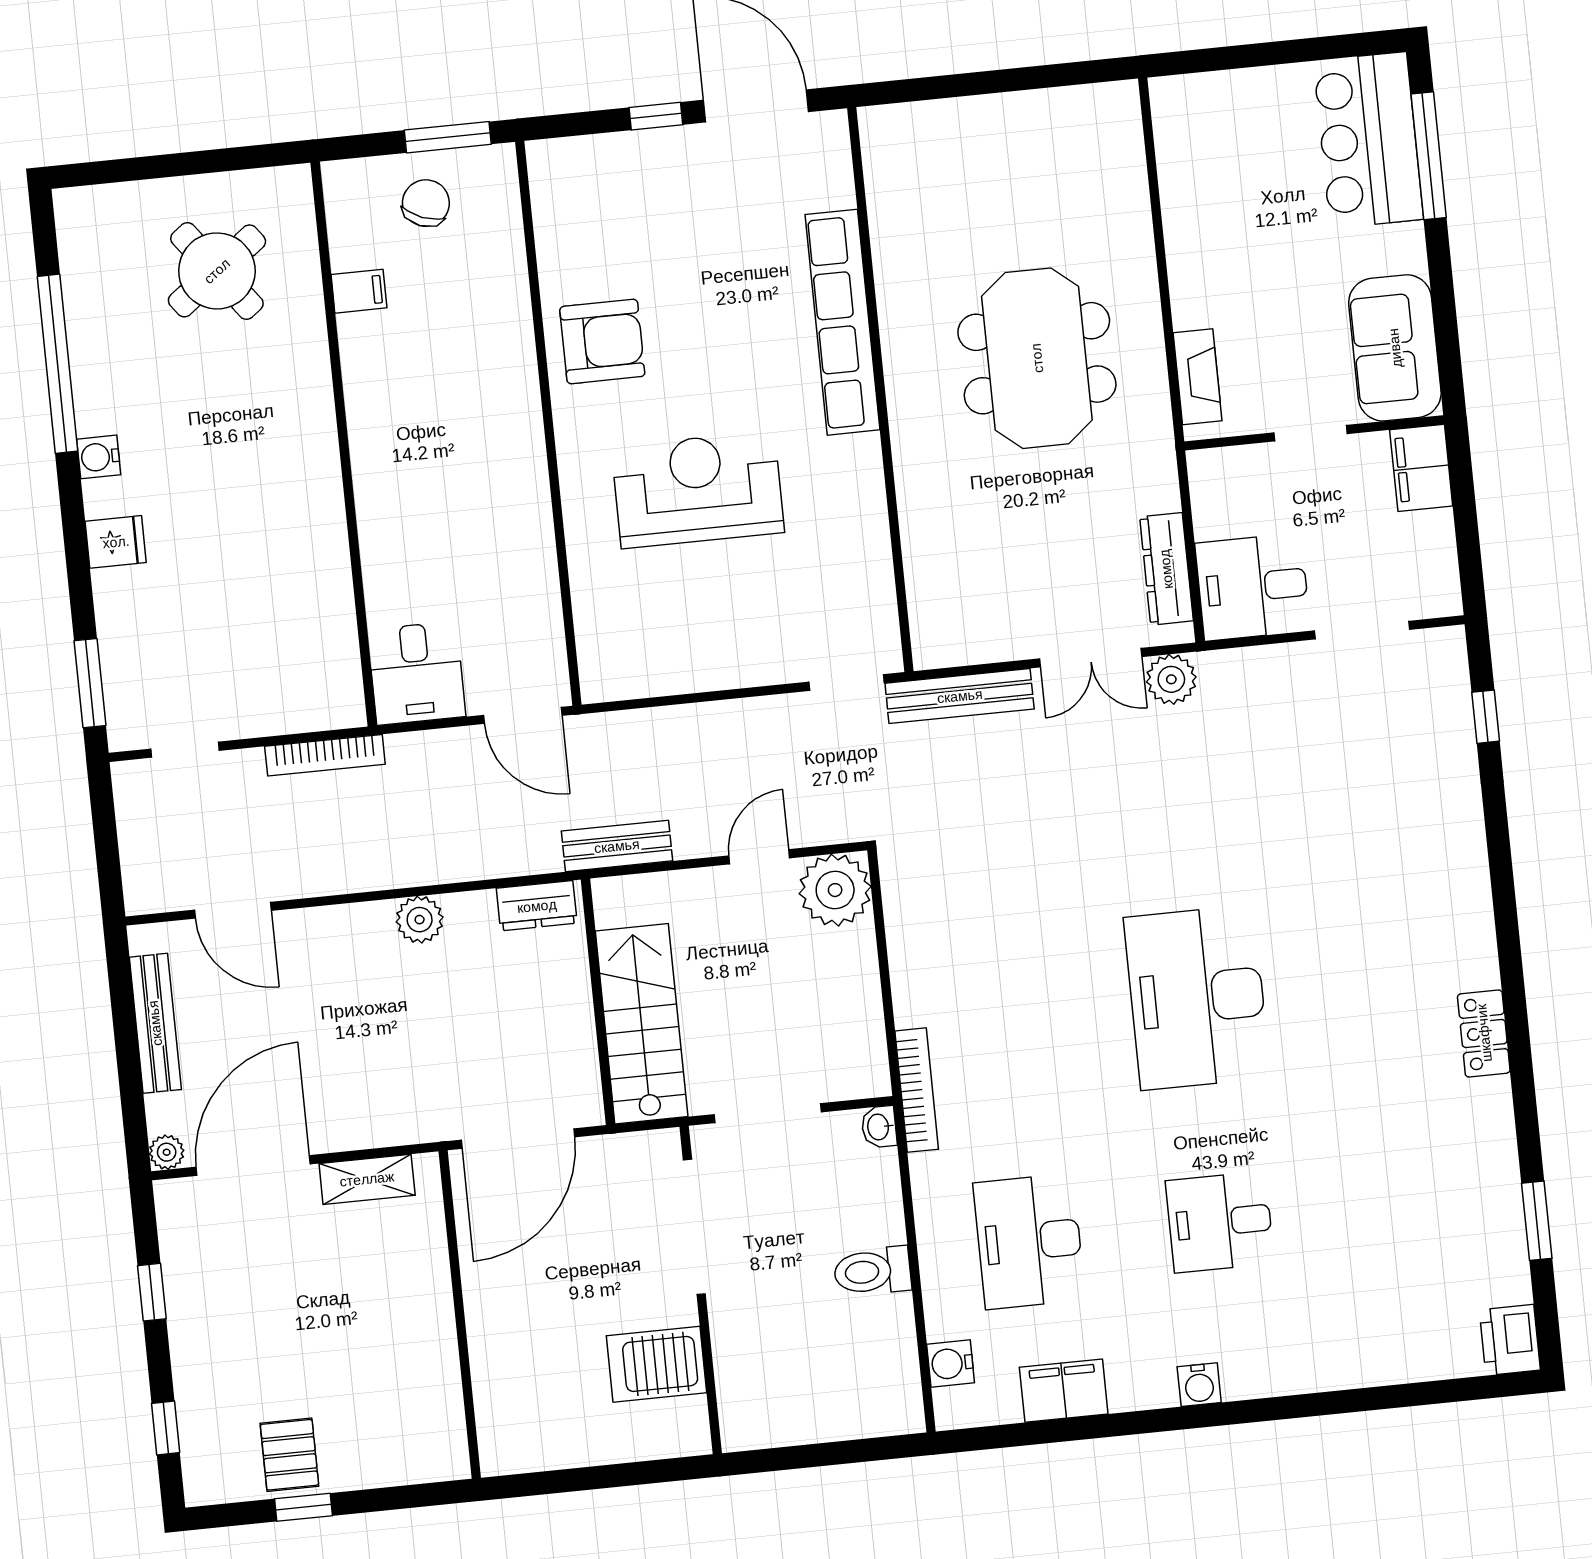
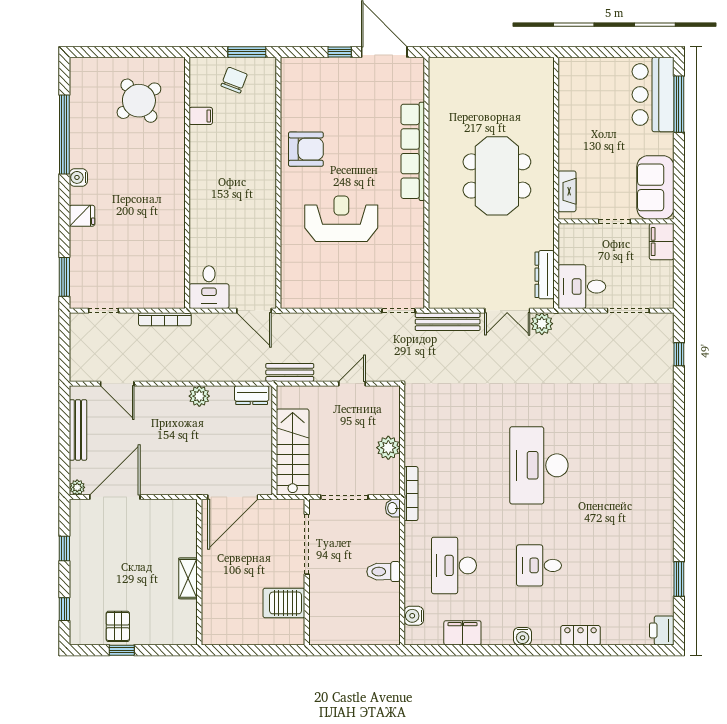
plant: (835, 890) -> (388, 448), moved, width x0.73, depth x0.73
locker: (1484, 1033) -> (581, 635), moved, turned 90
shelving: (367, 1179) -> (188, 578), moved, turned 90

